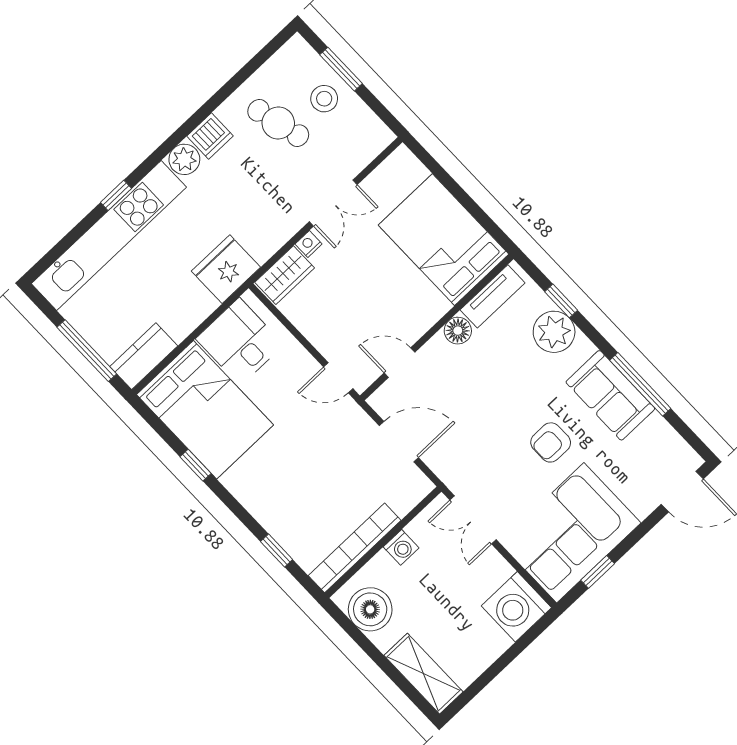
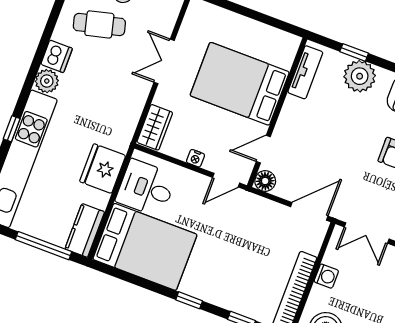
double door: (333, 203) -> (164, 61), swing flipped
bed: (444, 240) -> (240, 84), moved
nightstand: (309, 244) -> (195, 158), moved, turned -90
fridge: (226, 269) -> (103, 169), moved
floor lamp: (458, 331) -> (265, 181), moved
door: (399, 442) -> (309, 211), moved
window: (196, 465) -> (189, 300), moved

